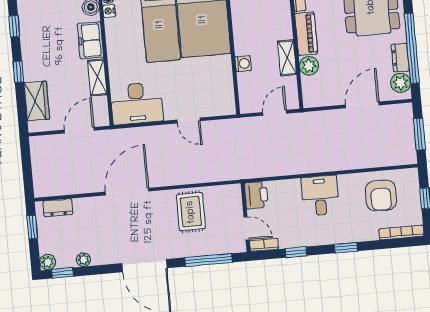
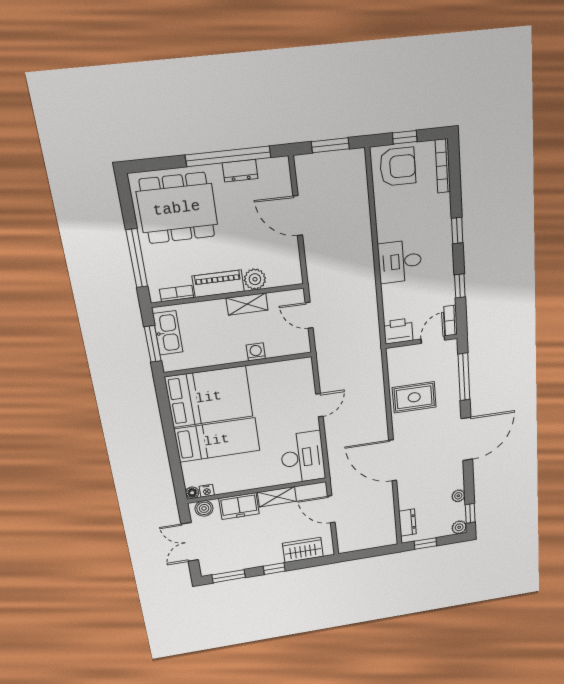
window: (14, 26) -> (229, 576), width x1.50
plant: (400, 83) -> (270, 170), removed
armchair: (381, 196) -> (398, 167), moved

